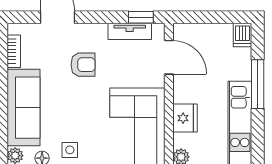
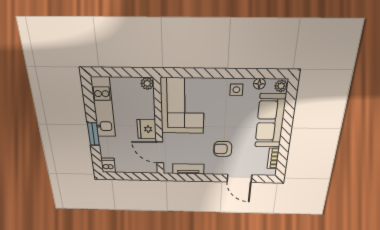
window: (141, 17) -> (180, 177), removed
window: (258, 84) -> (93, 134), width x0.69
fridge: (185, 118) -> (147, 129), moved

